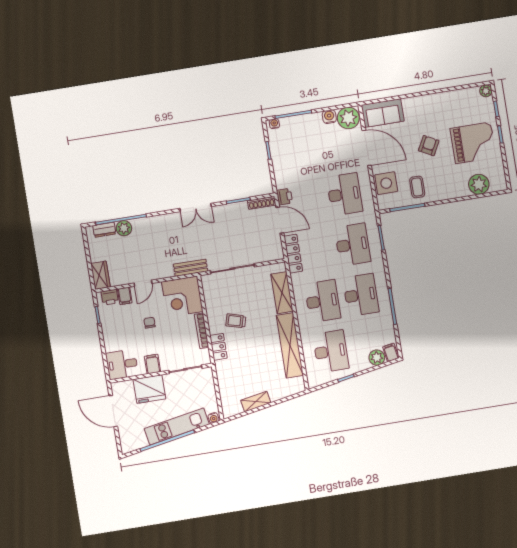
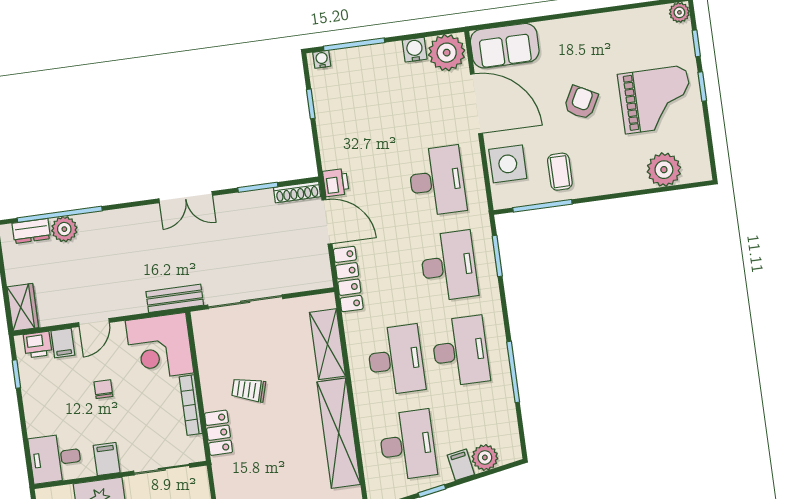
filing cabinet: (391, 352) -> (461, 465), moved

